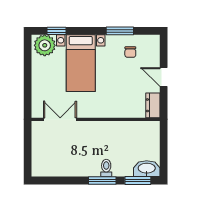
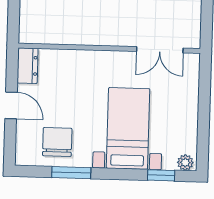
plant: (45, 45) -> (185, 163), width x0.53, depth x0.53
chair: (130, 52) -> (57, 142), width x1.87, depth x1.87

